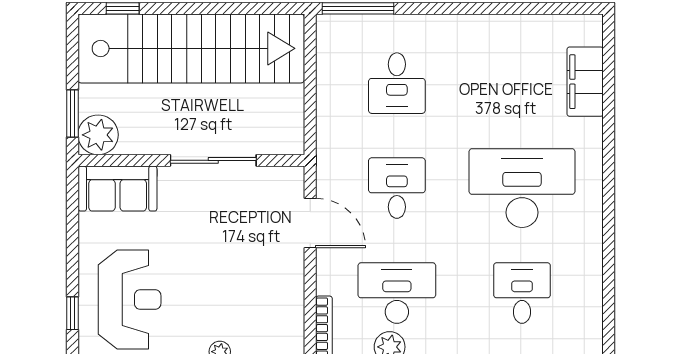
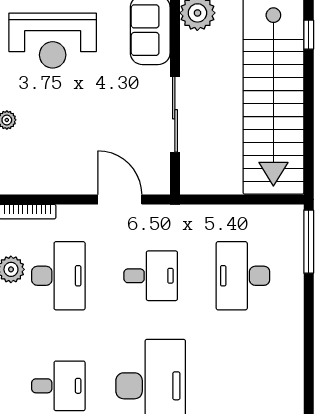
desk: (397, 83) -> (243, 276), width x1.37
door: (310, 223) -> (120, 200), swing flipped

